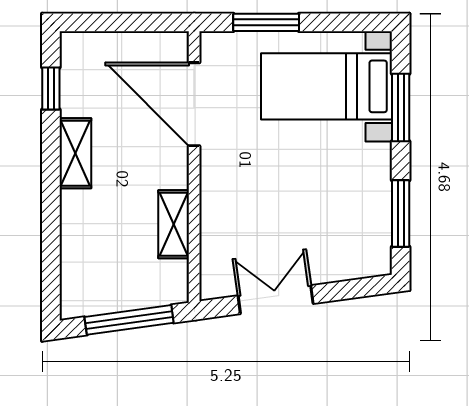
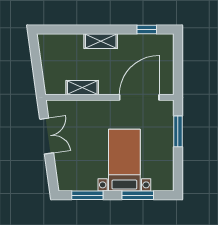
bed with nightstands: (326, 86) -> (124, 160), moved
shelving: (75, 153) -> (101, 41), moved
window: (129, 320) -> (37, 67), removed

